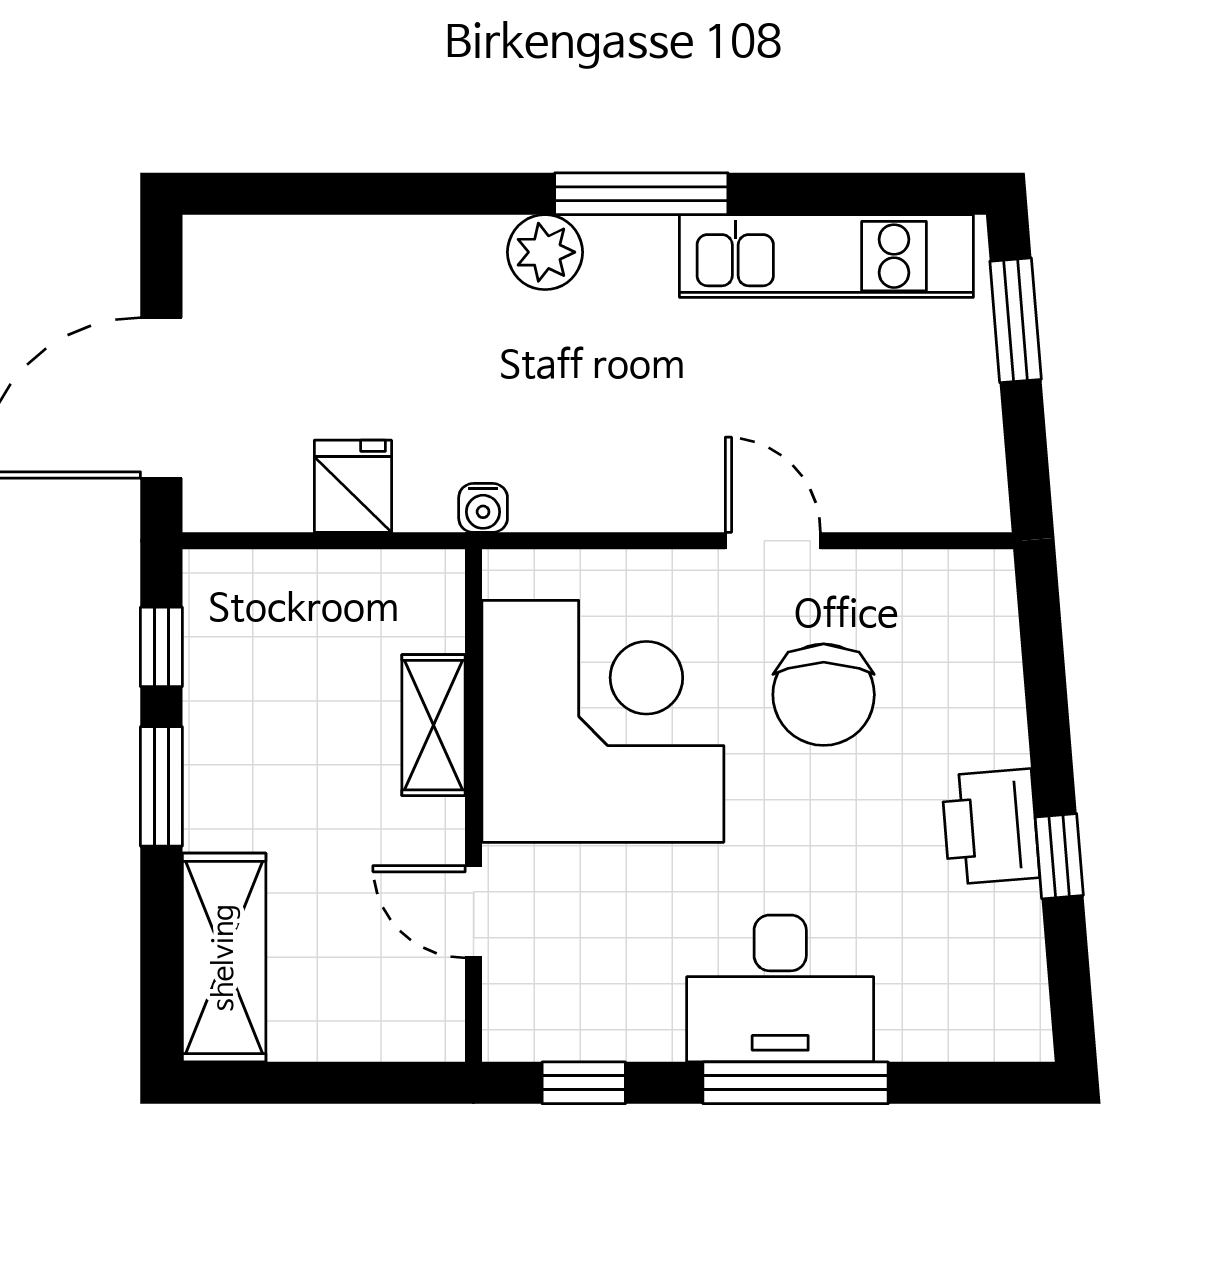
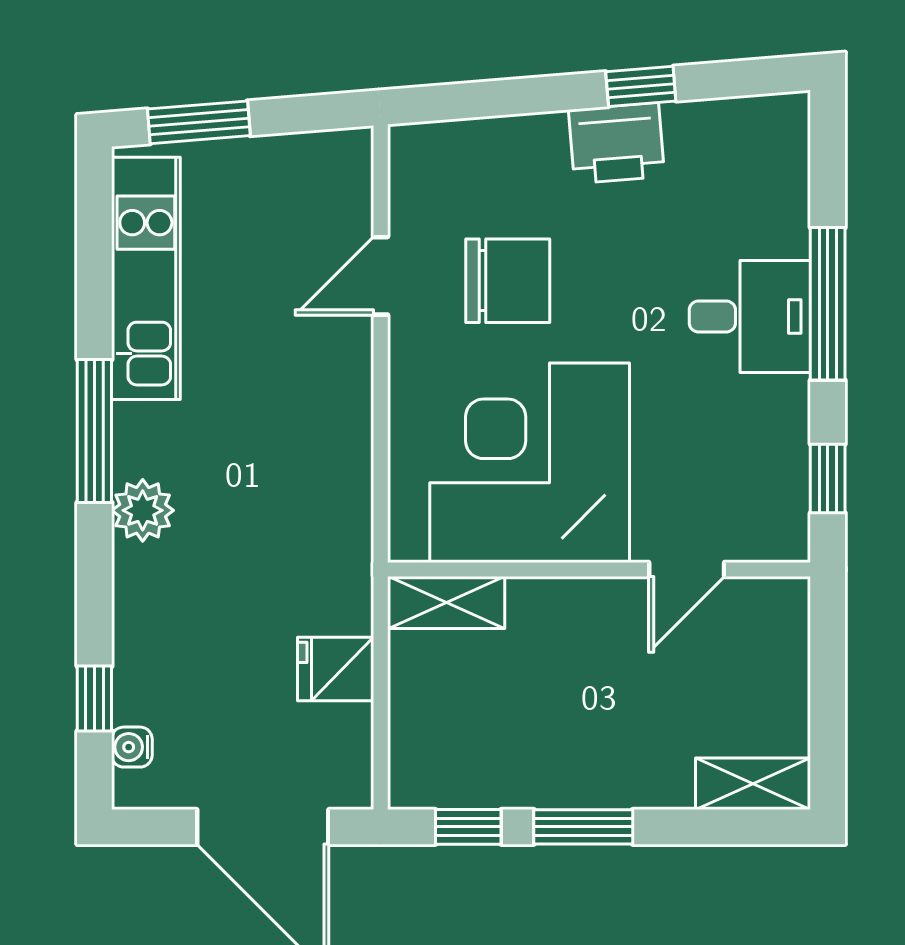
window: (317, 194) -> (94, 699), added
water cooler: (483, 508) -> (132, 747), moved, turned 180
door: (773, 541) -> (381, 276), moved
shelving: (433, 725) -> (447, 602), moved
shelving: (224, 958) -> (753, 784), width x0.67, depth x0.75
desk: (780, 988) -> (750, 316), width x0.73

